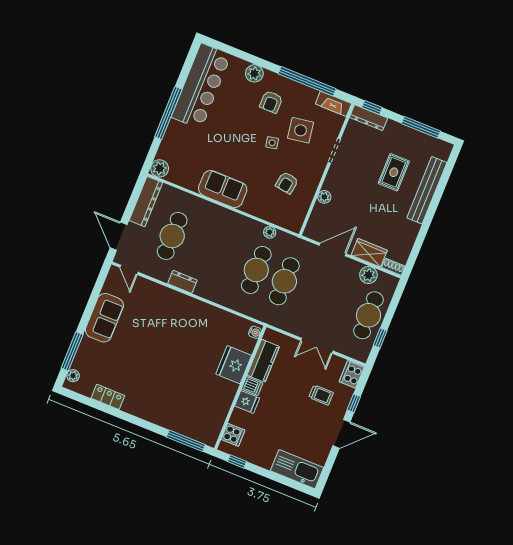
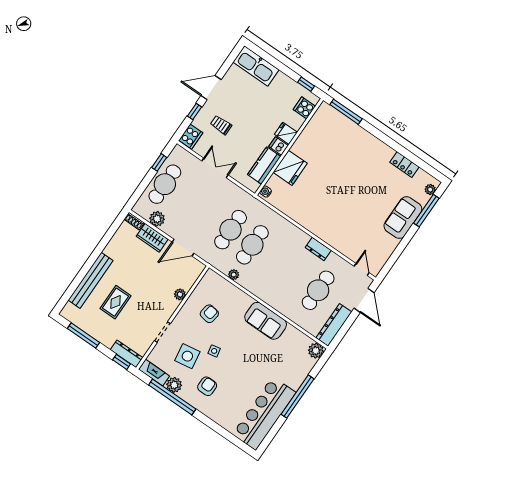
plant: (254, 73) -> (174, 385), moved
sofa: (104, 318) -> (403, 218), moved

